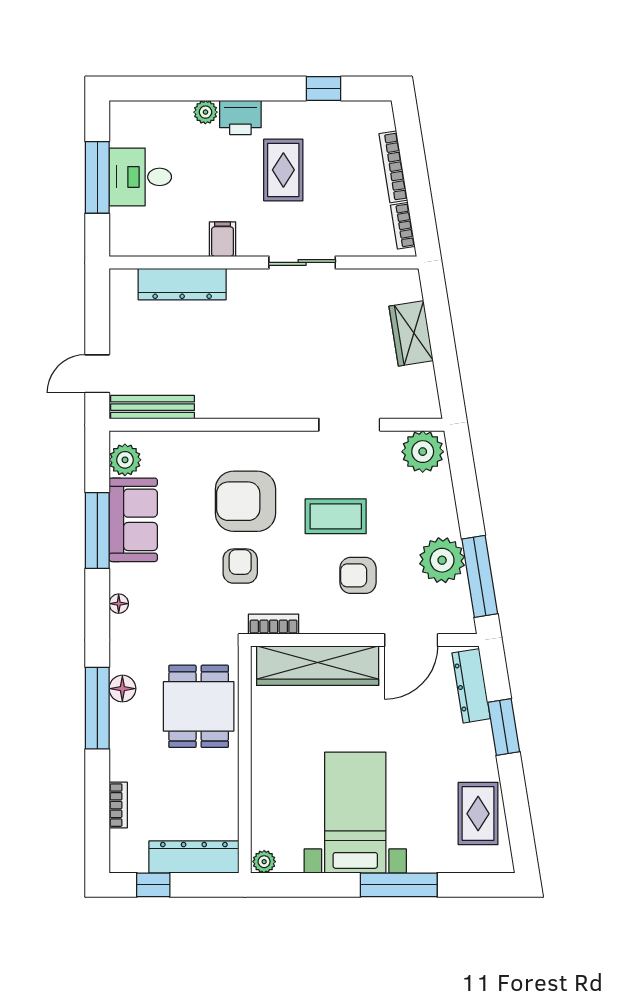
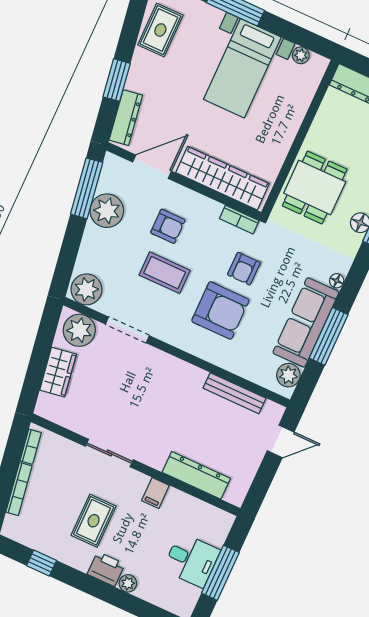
plant: (409, 397) -> (79, 330), added
bench: (153, 407) -> (235, 393), moved
sofa: (133, 520) -> (306, 322), width x1.36
plant: (264, 862) -> (301, 55), moved

